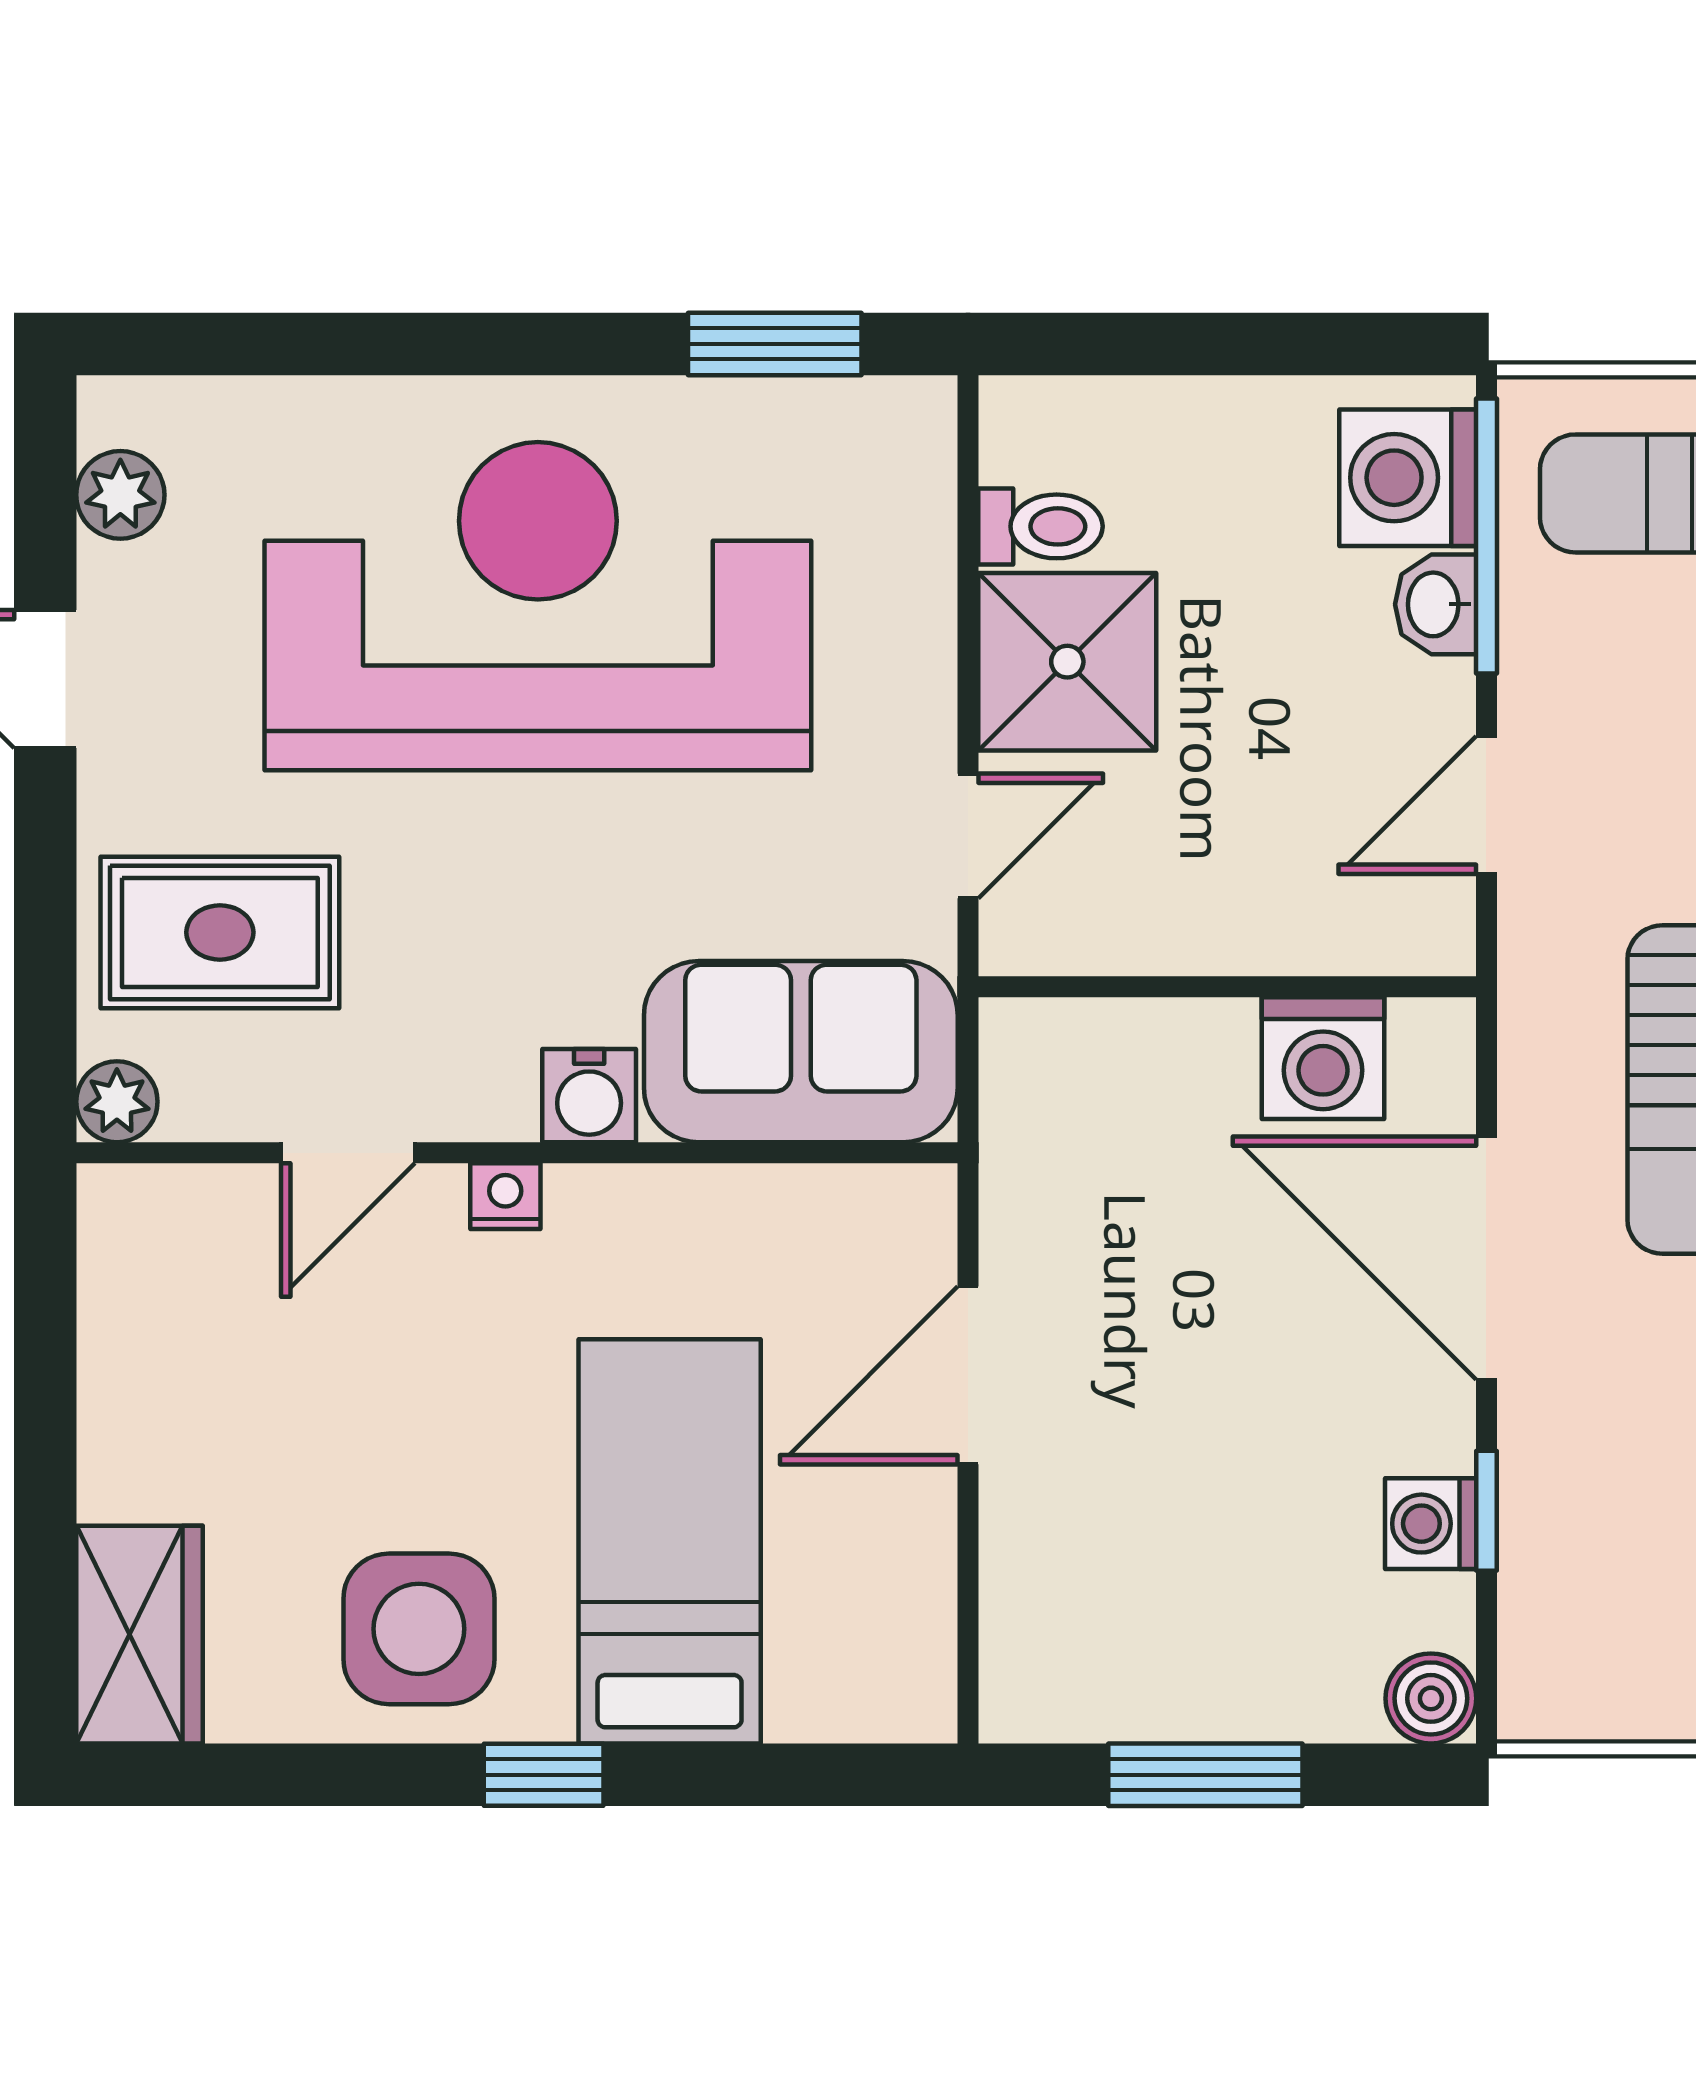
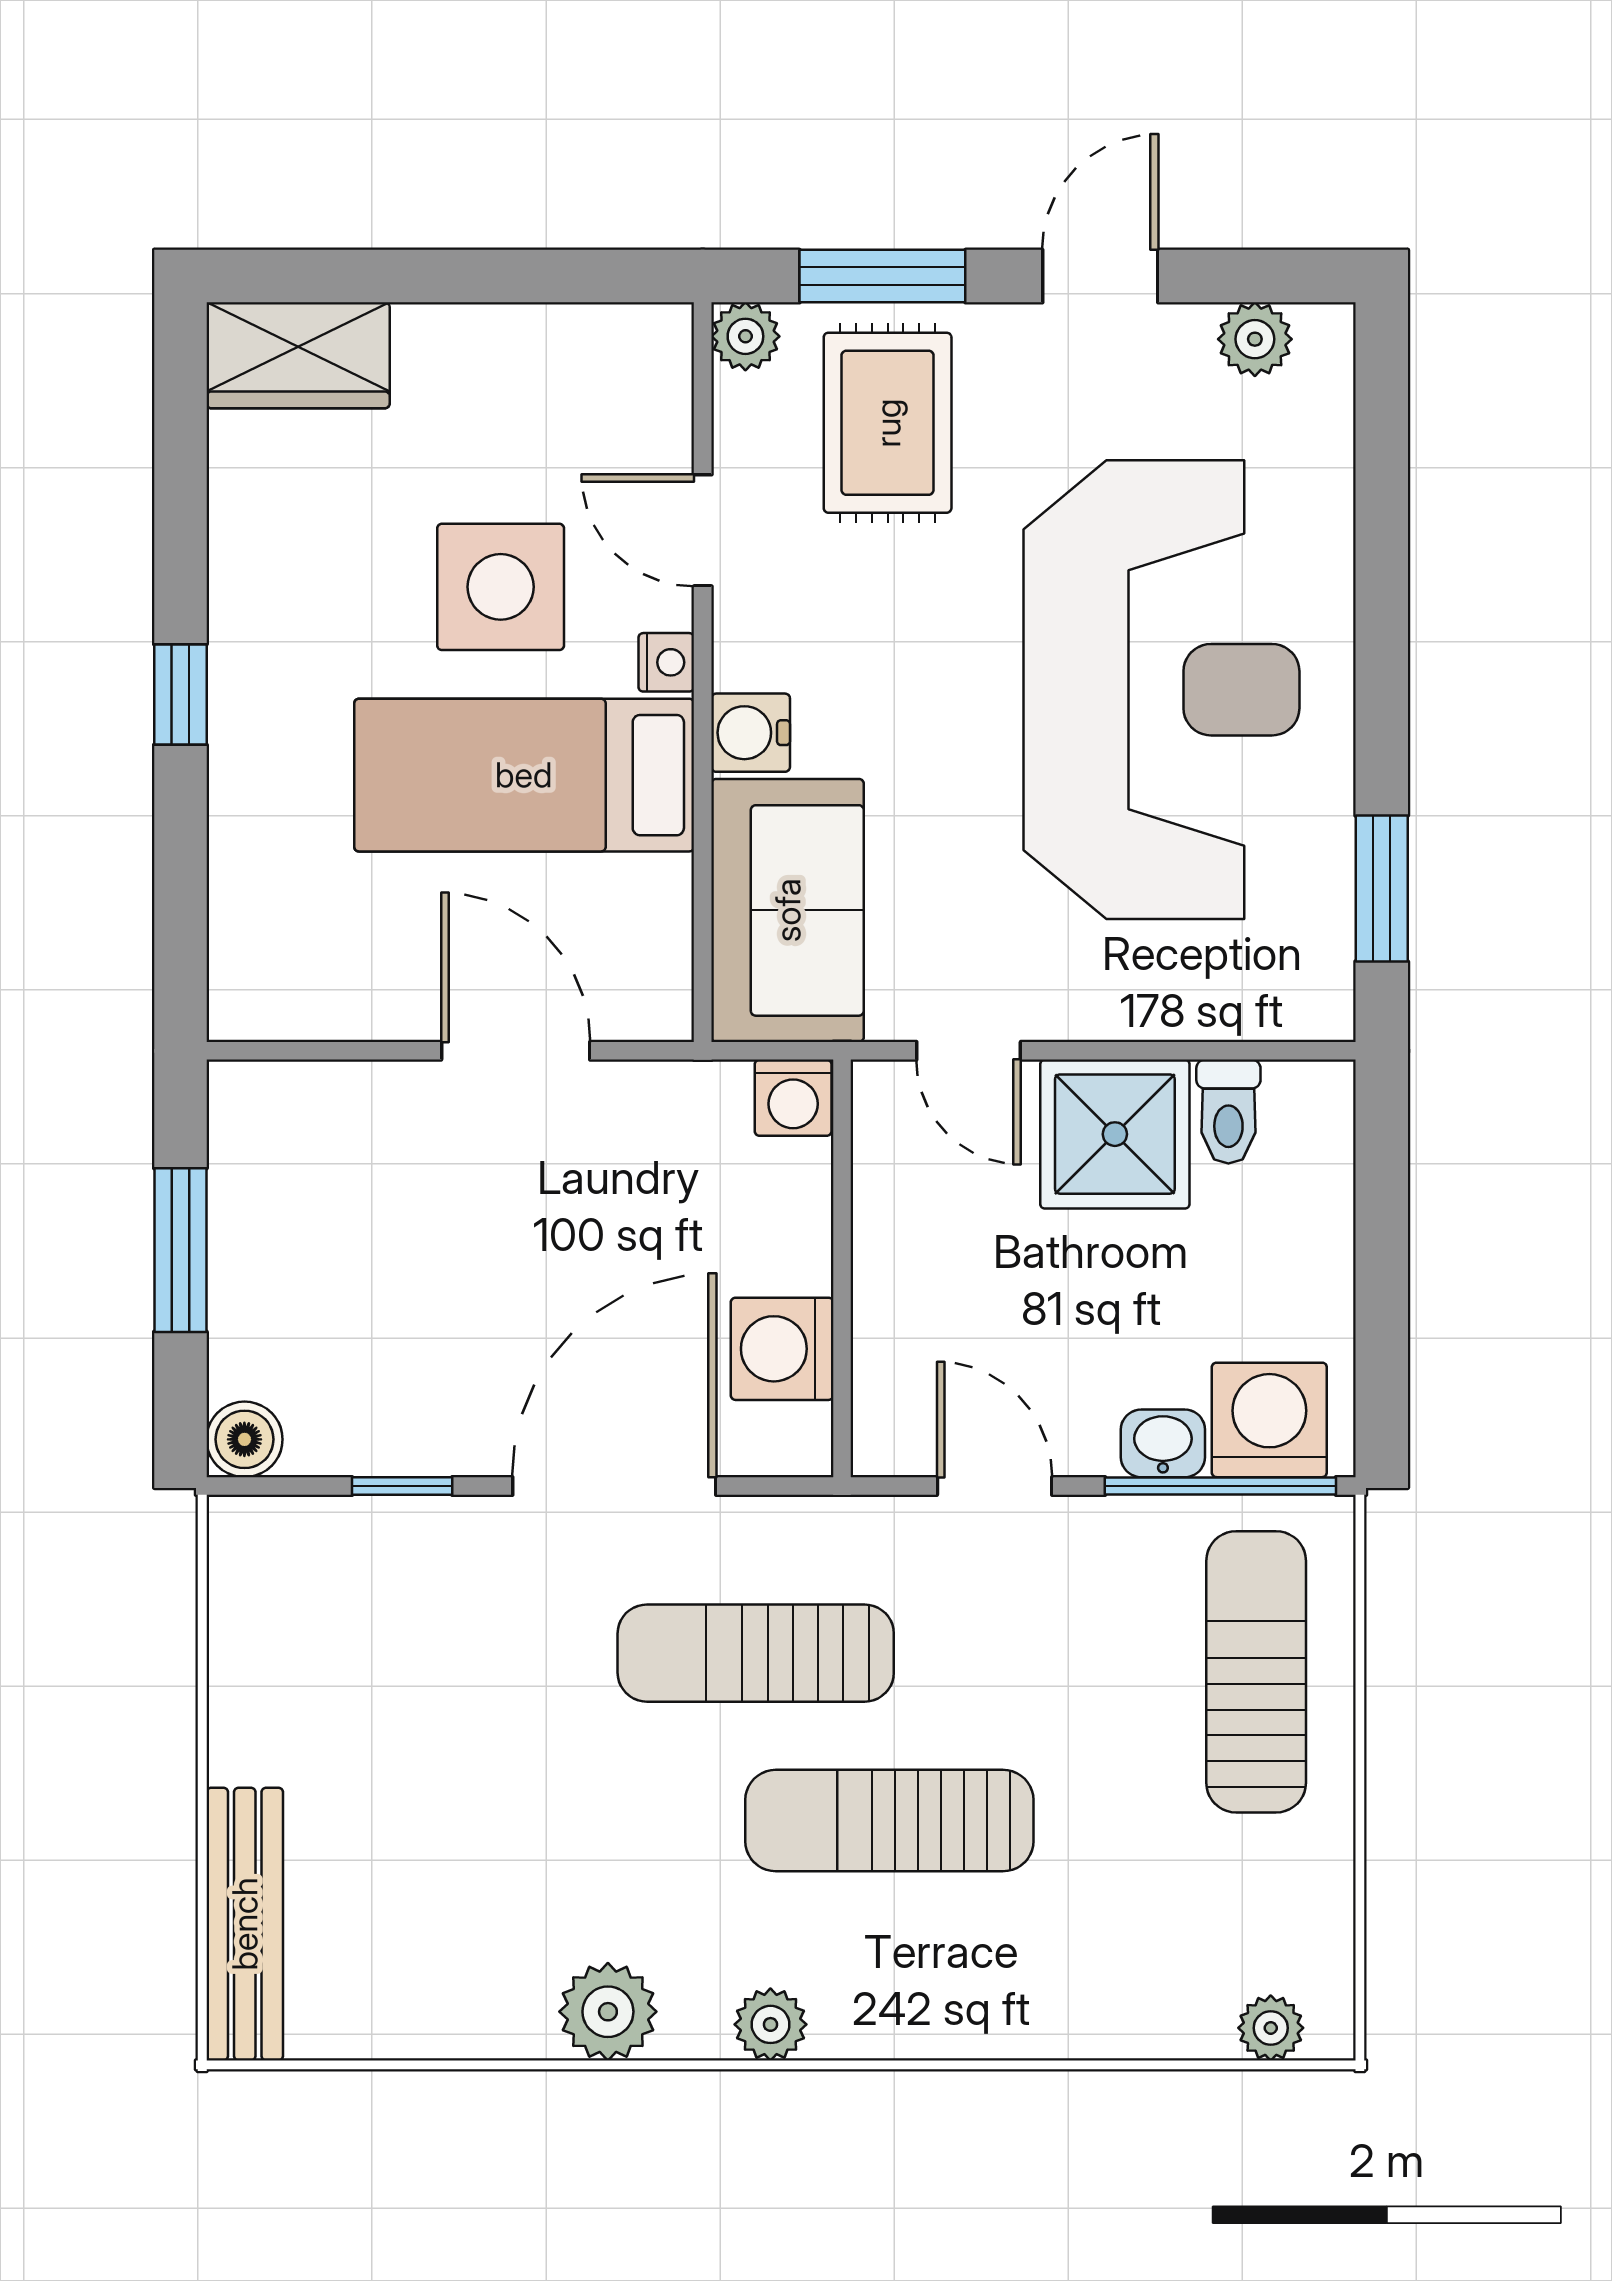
window: (45, 939) -> (882, 276), added
washing machine: (1431, 1524) -> (793, 1098), moved, turned 180
bed: (670, 1541) -> (524, 775), moved, turned 180
side table: (419, 1629) -> (501, 587), moved

